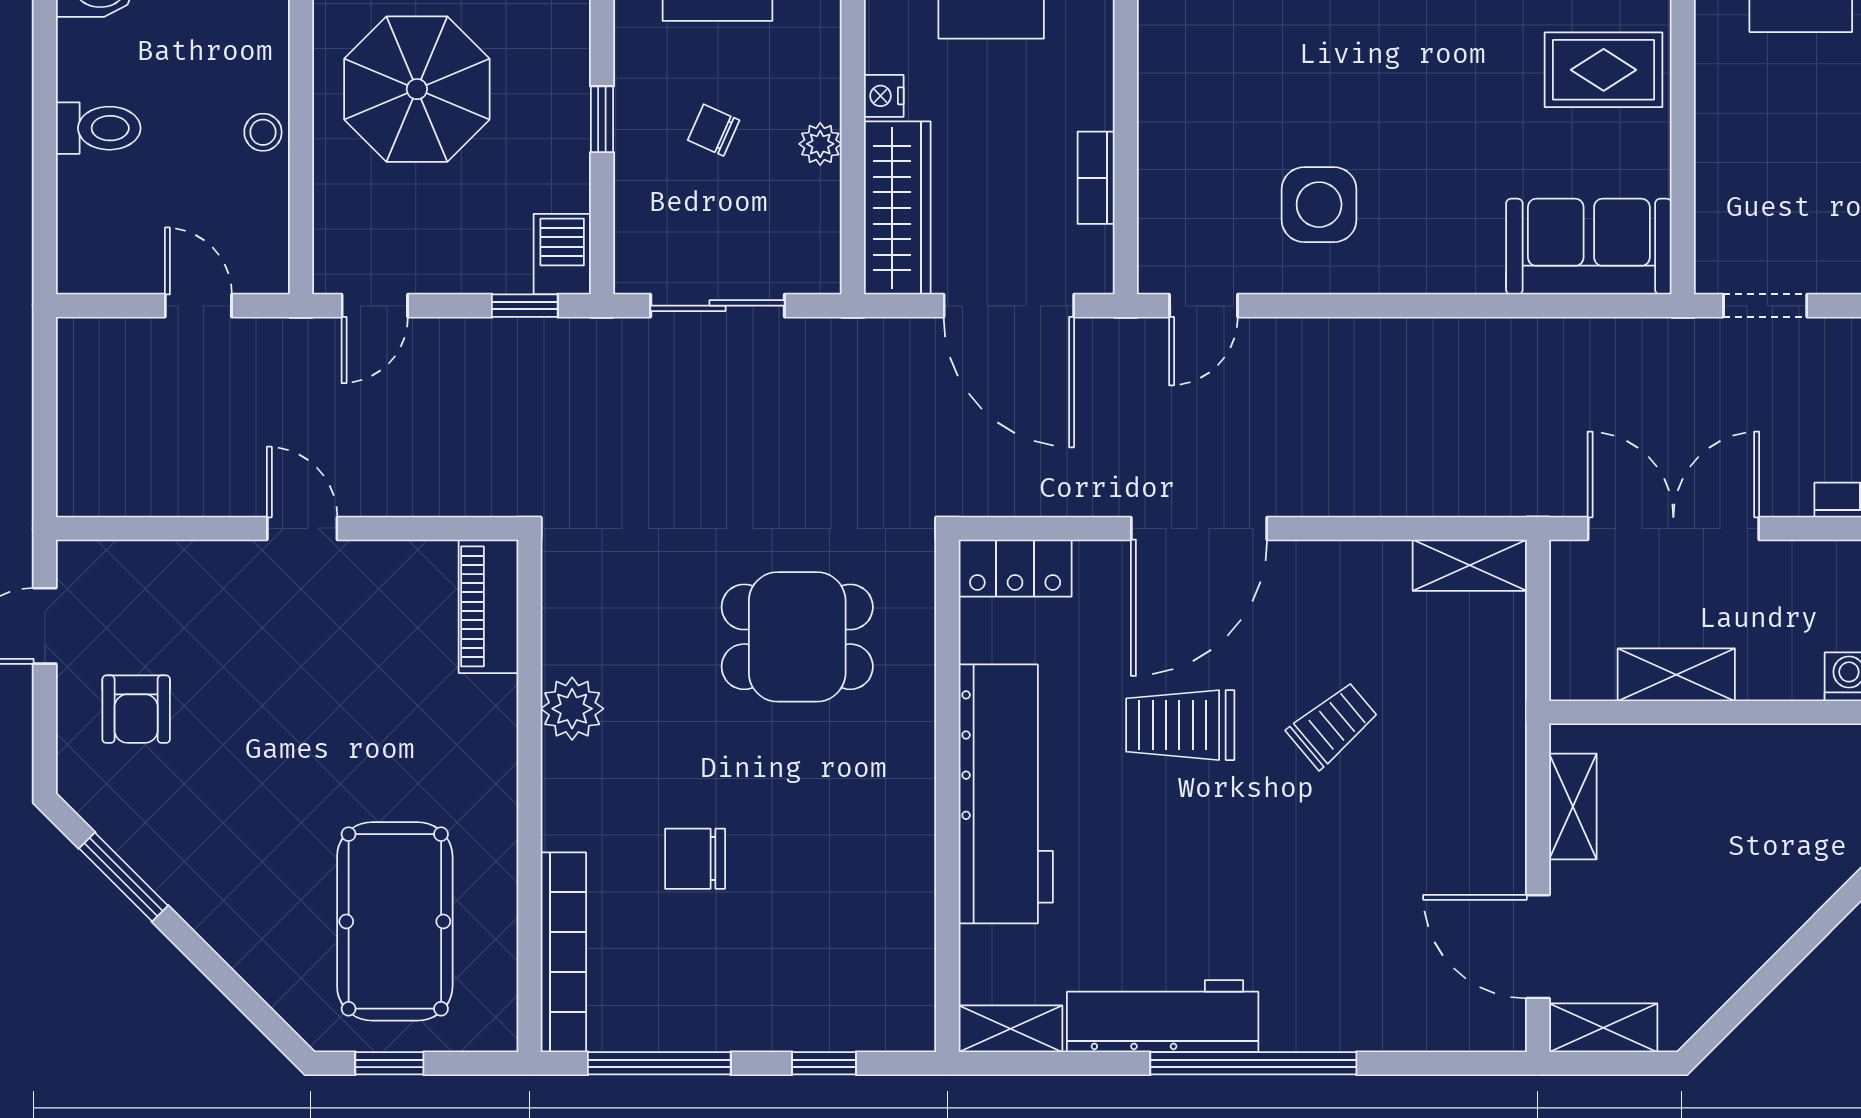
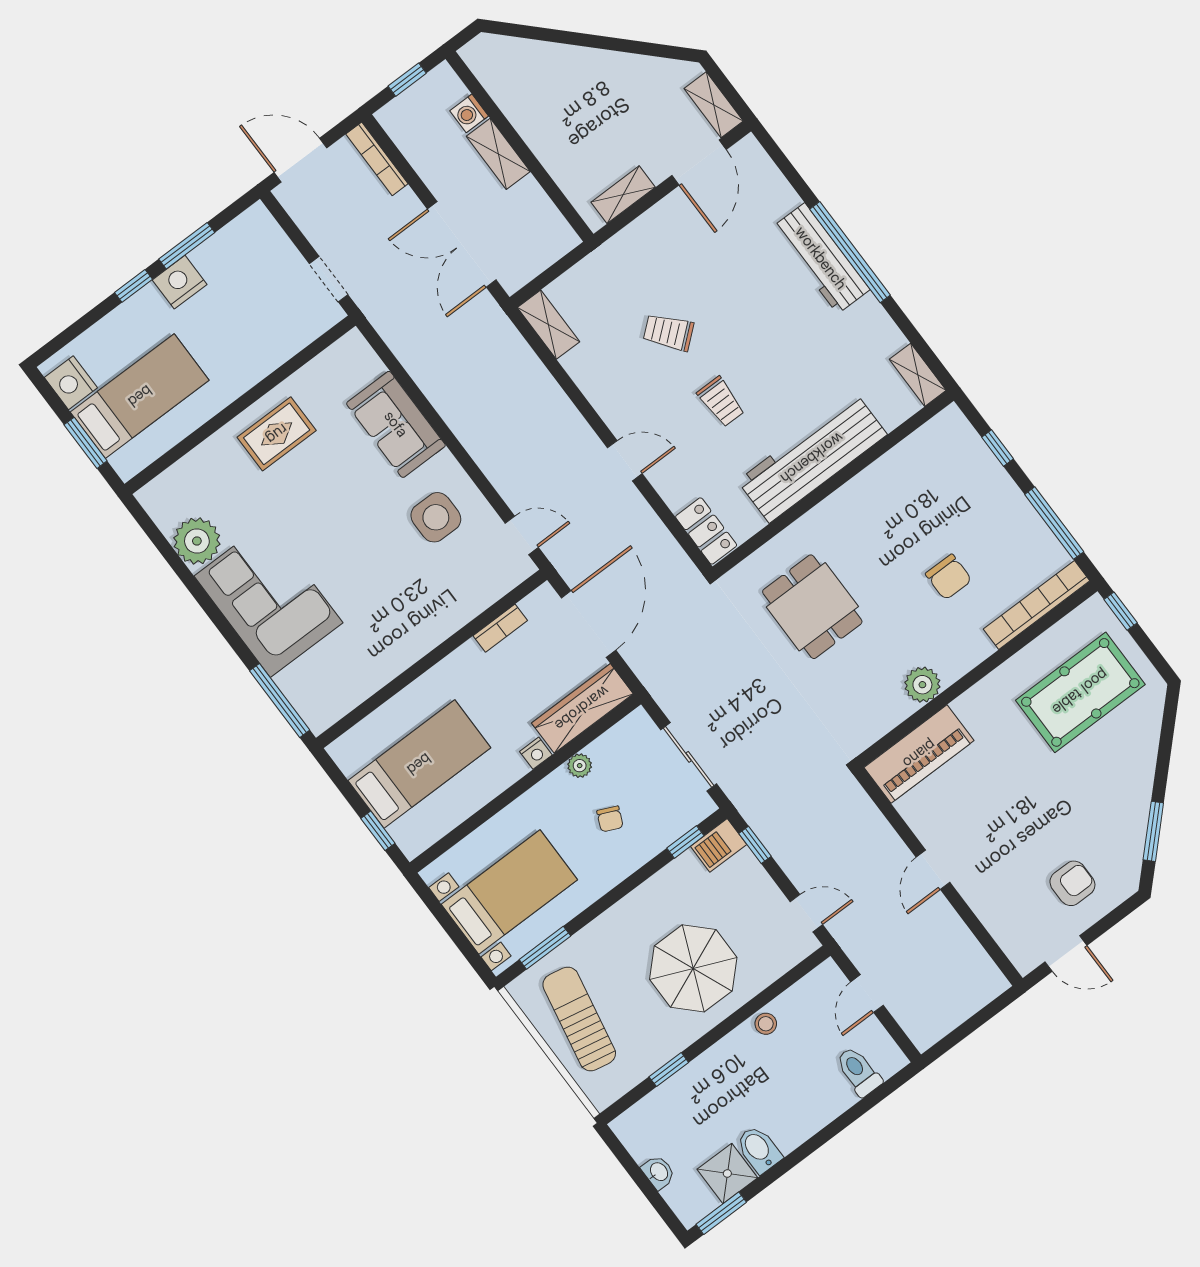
rug: (1604, 70) -> (277, 434), turned 90
window: (602, 119) -> (685, 842), moved
toilet: (98, 128) -> (859, 1072), moved
sofa: (1589, 247) -> (396, 424), moved
door: (1199, 528) -> (625, 461), width x0.53
piano: (489, 606) -> (919, 754), width x1.37, depth x1.33
shelving: (1676, 675) -> (498, 154), moved
trolley: (1180, 725) -> (721, 402), width x0.73, depth x0.72
workbench: (1163, 1016) -> (821, 258), moved
window: (389, 1063) -> (1121, 611), moved

